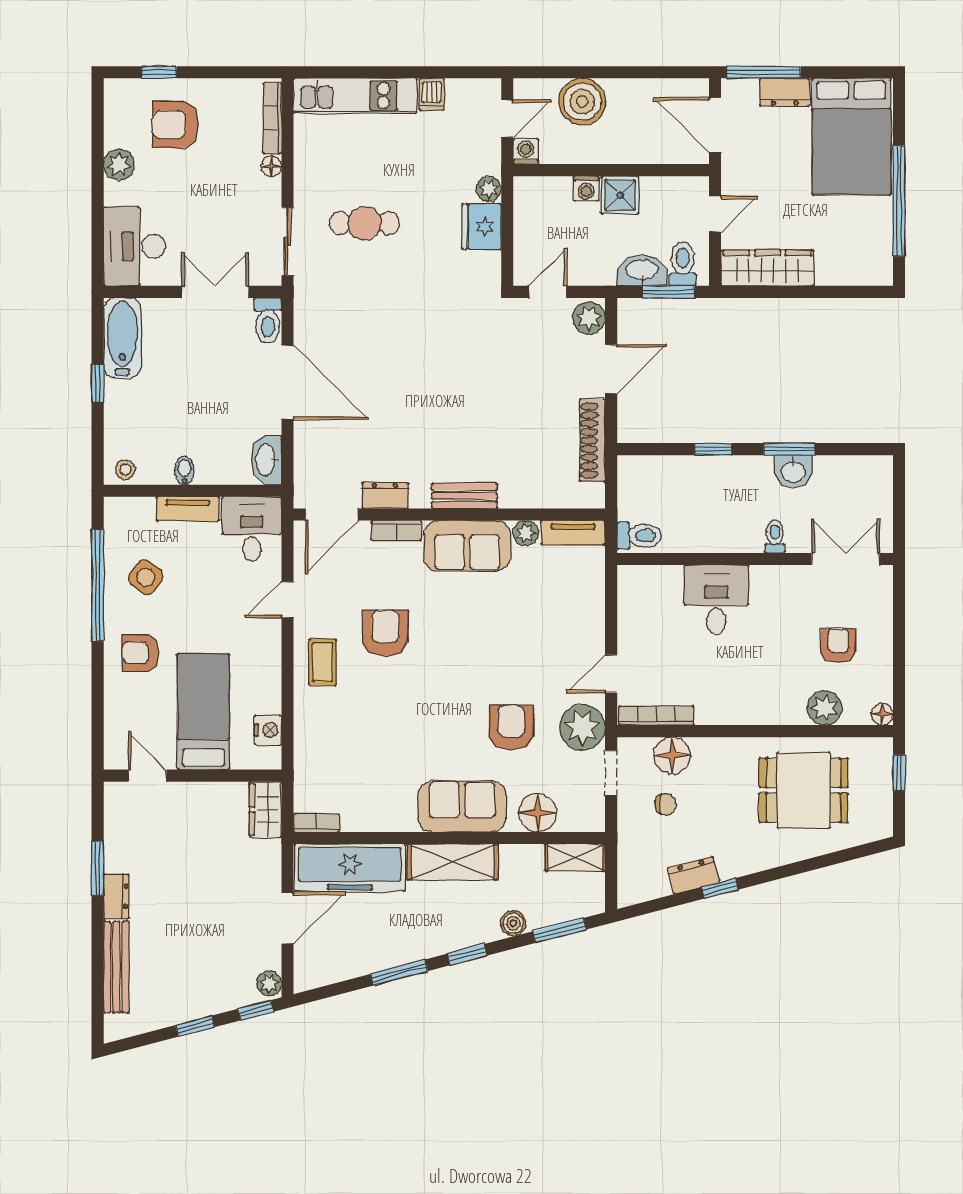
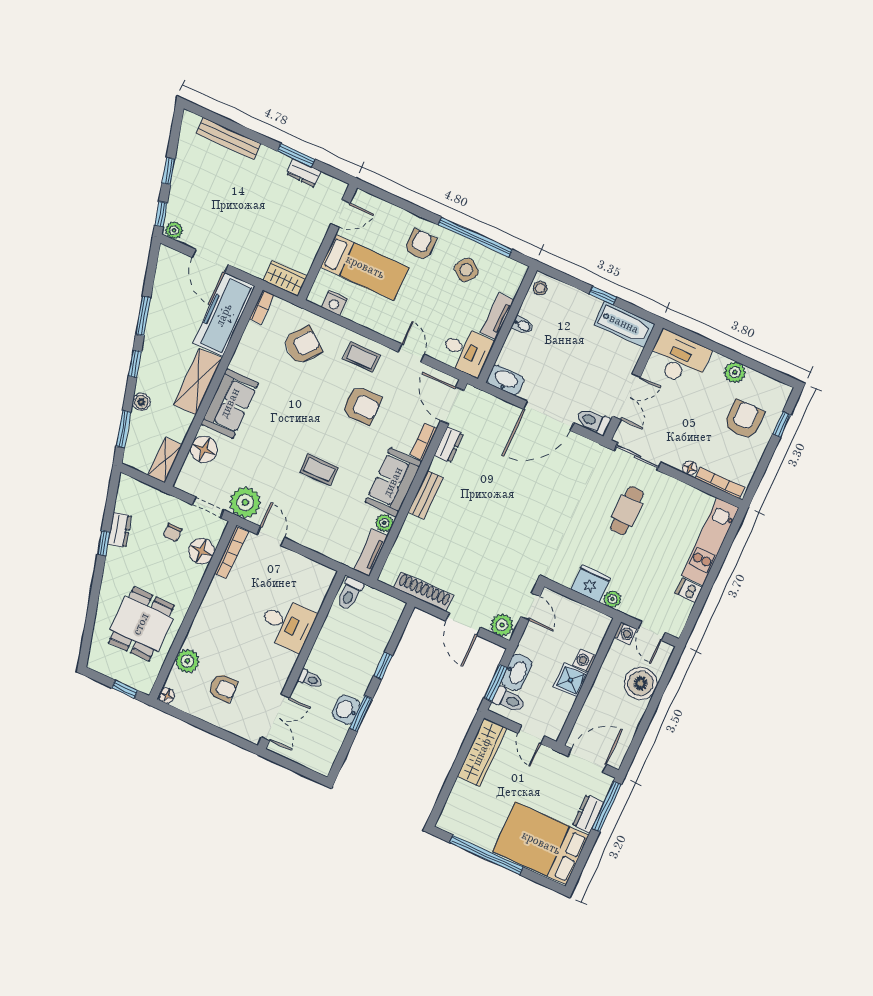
coffee table: (495, 650) -> (319, 470), added
armchair: (511, 727) -> (303, 345), moved, turned -51
dresser: (116, 896) -> (304, 173), moved

